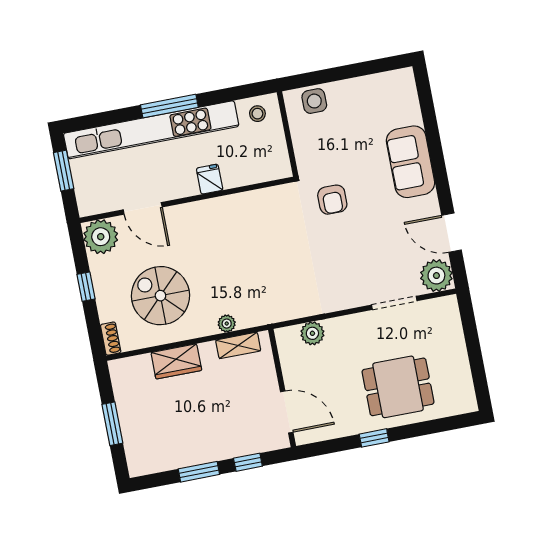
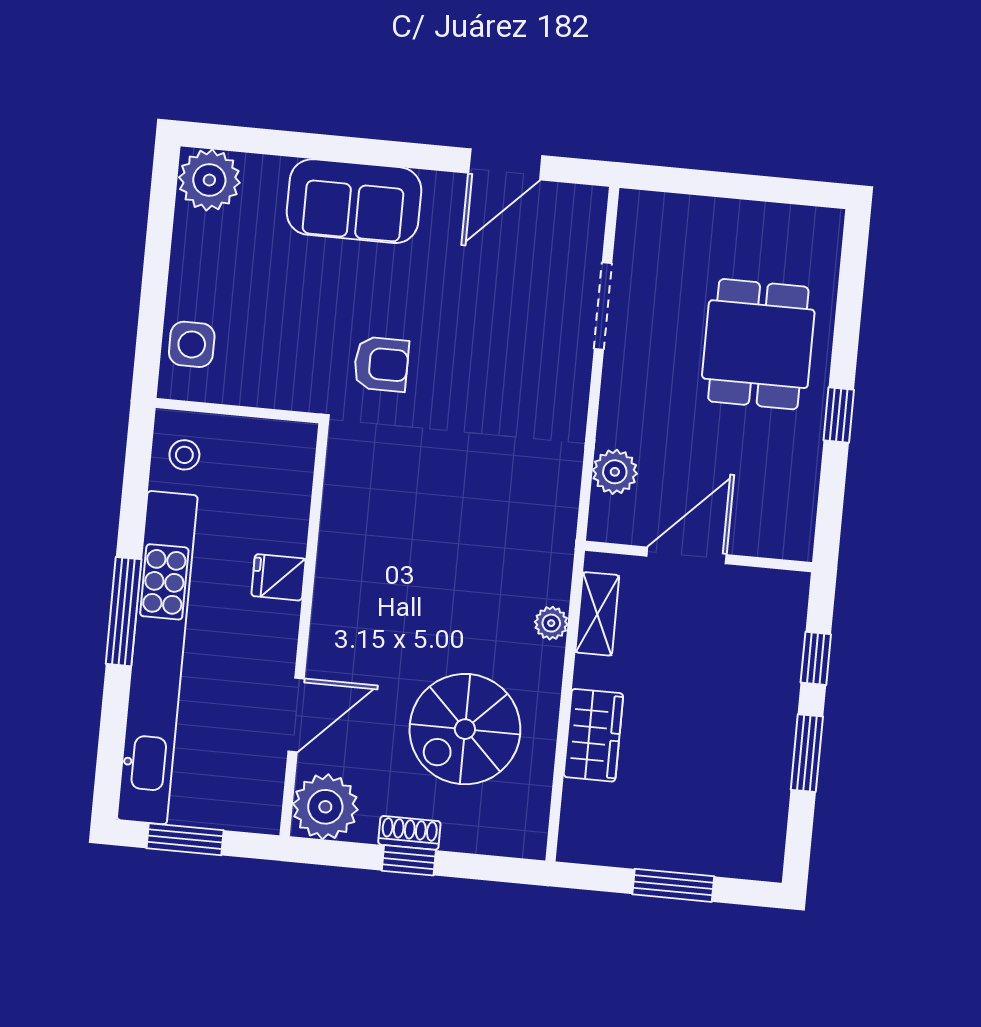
plant: (436, 276) -> (209, 180), moved
shoe rack: (111, 339) -> (409, 833), moved
door: (287, 412) -> (687, 555), moved

